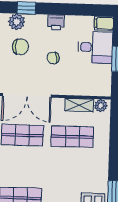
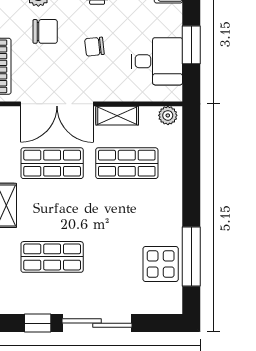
desk: (95, 47) -> (157, 61), moved
shelving: (79, 105) -> (117, 116), moved

